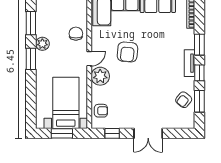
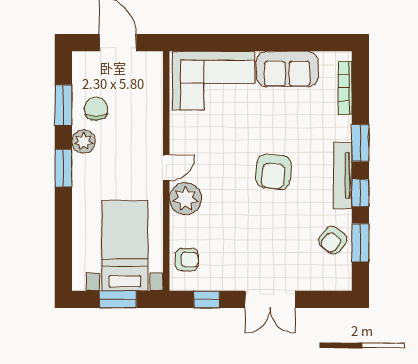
chair: (76, 34) -> (96, 109), moved
armchair: (127, 52) -> (274, 172), moved
tv unit: (189, 63) -> (343, 176), width x1.41

